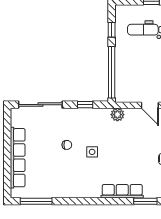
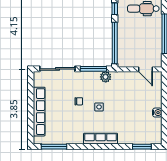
window: (85, 105) -> (93, 69), width x2.17
plant: (117, 115) -> (106, 77), moved
row of seats: (122, 191) -> (101, 139), moved

